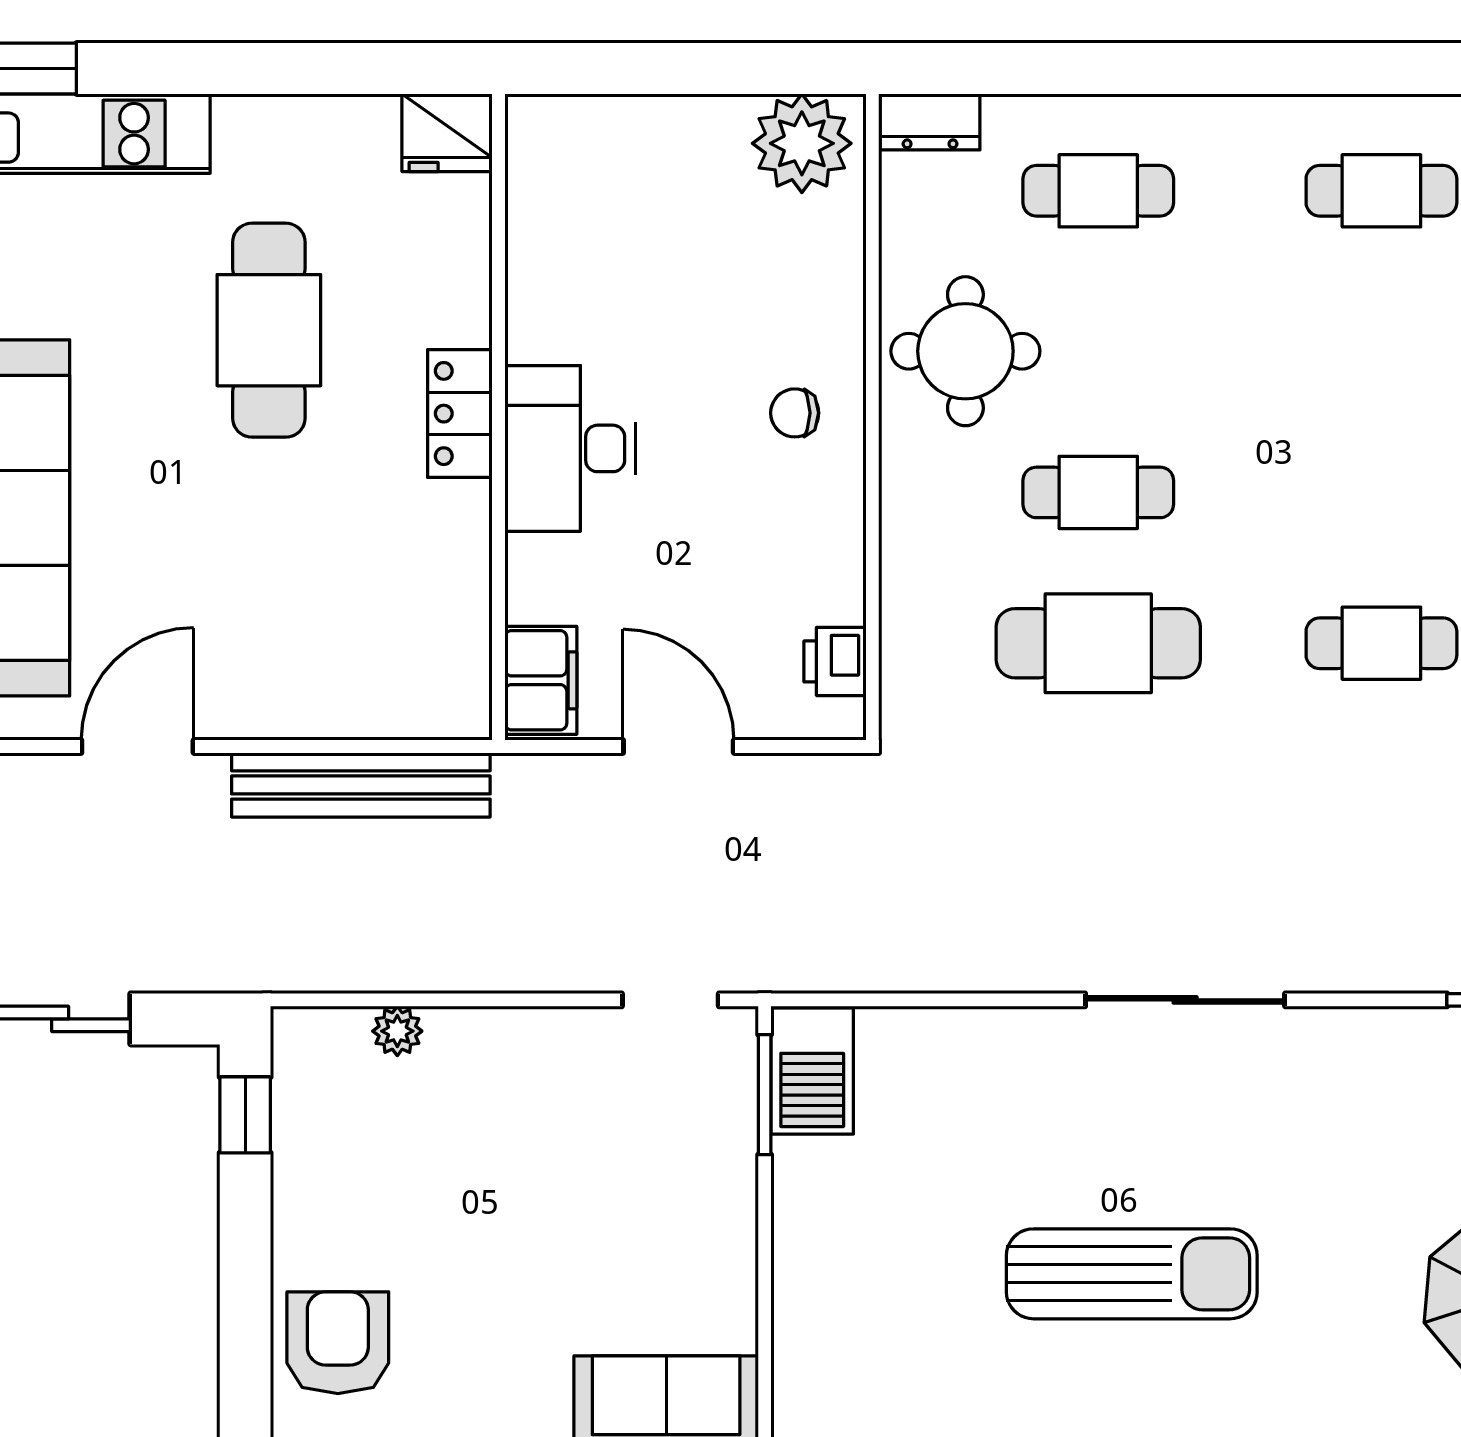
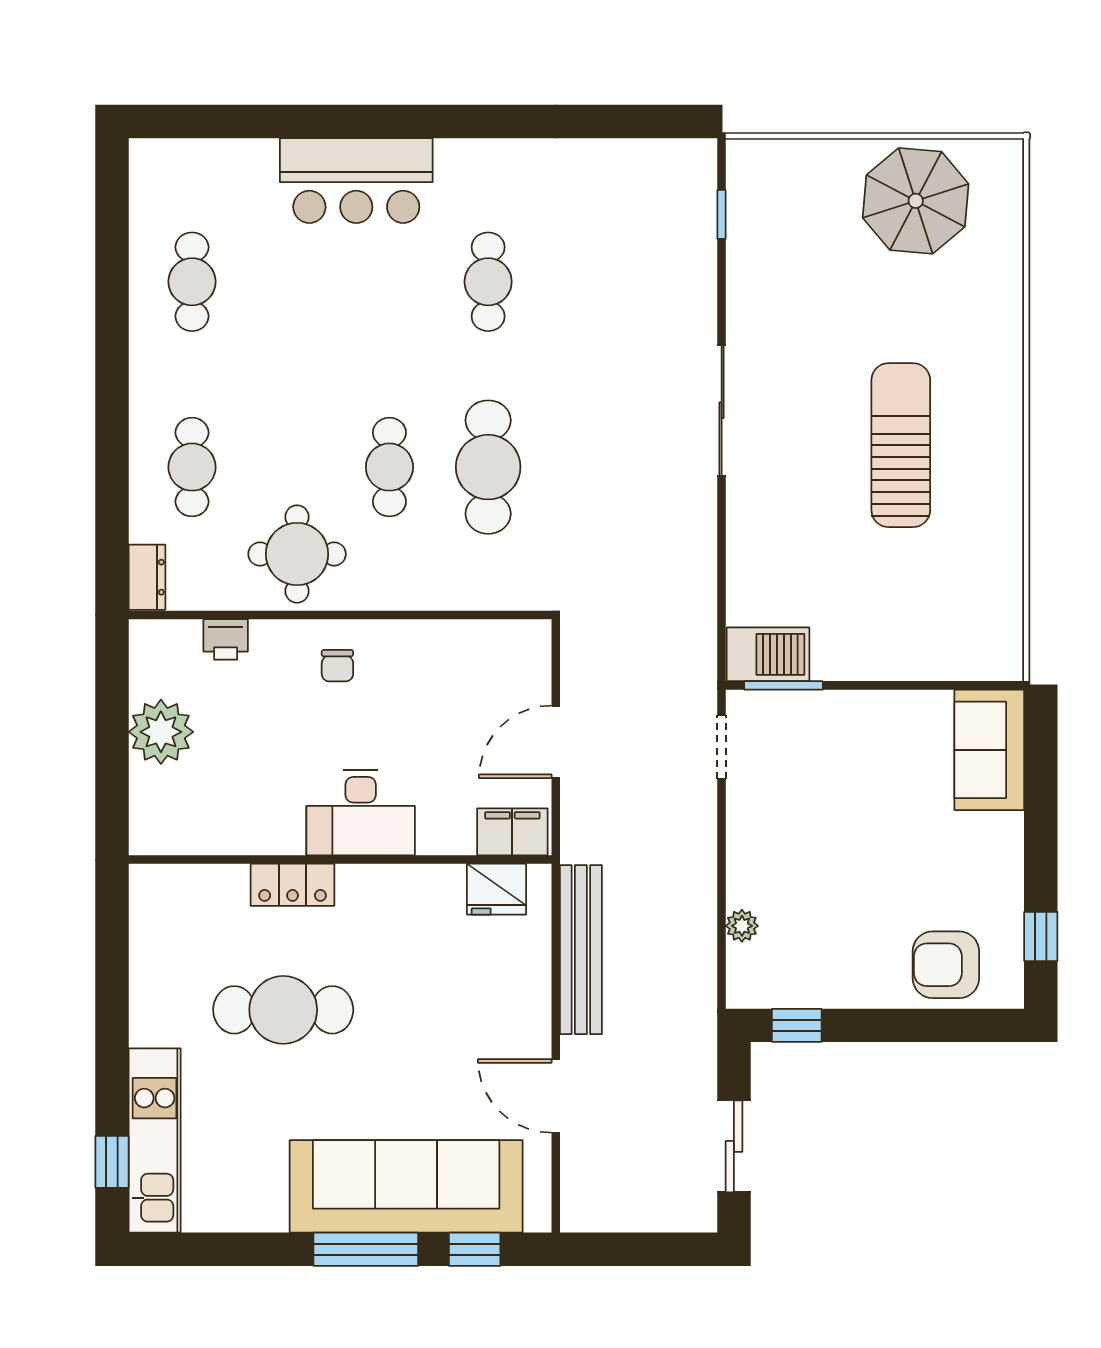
fridge: (447, 133) -> (496, 889), moved, turned 90
plant: (802, 143) -> (161, 732), moved
locker: (460, 414) -> (293, 885), moved
printer: (835, 661) -> (226, 639), moved

